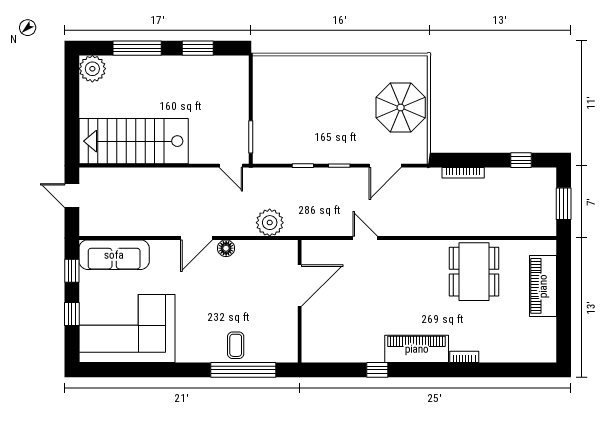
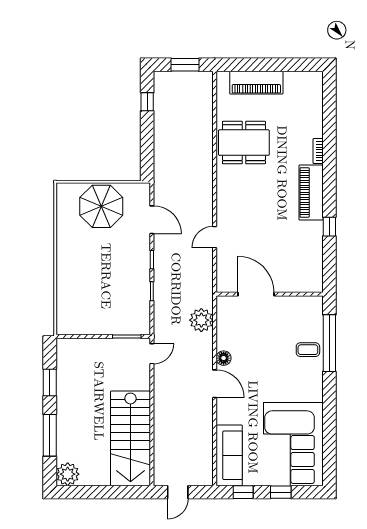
bookcase: (463, 173) -> (158, 152), removed

